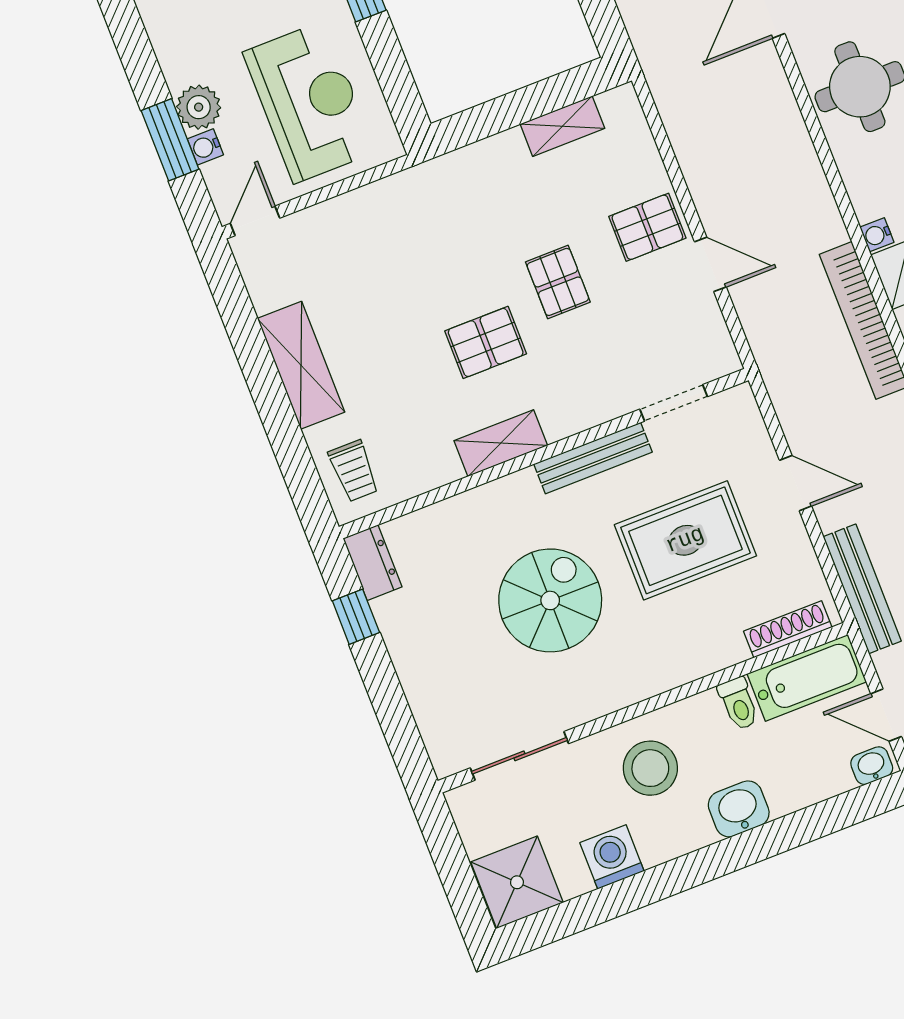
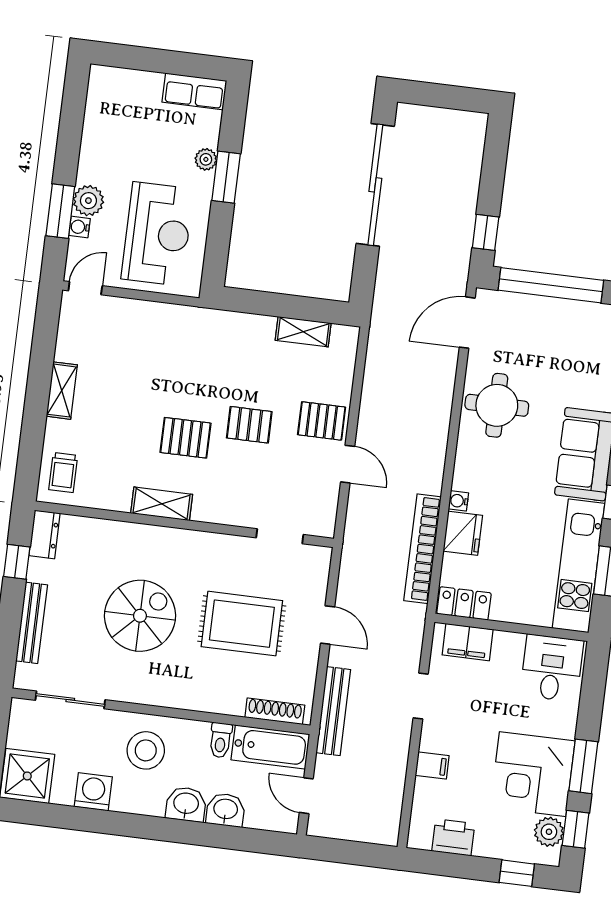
pallet: (558, 282) -> (249, 425), turned 90
shelving: (301, 365) -> (62, 391), width x0.67, depth x0.75
bench: (593, 458) -> (32, 623), moved, turned 90
washbasin: (872, 766) -> (226, 810), moved, width x1.38, depth x1.45

